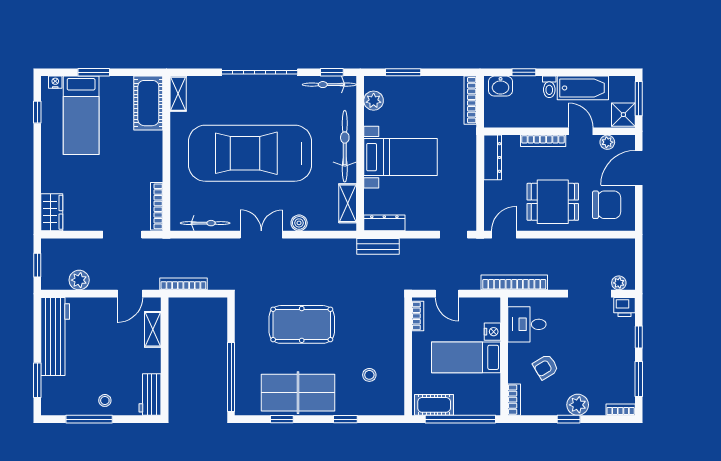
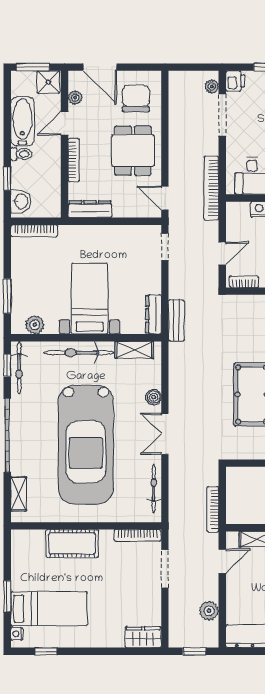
shelving: (178, 94) -> (19, 494), moved, turned 90
cot: (148, 103) -> (72, 543), moved
door: (130, 294) -> (222, 561), hinge flipped

